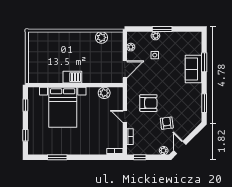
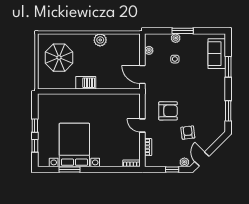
plant: (101, 37) -> (100, 40), moved
parasol: (48, 54) -> (59, 58), added
door: (125, 69) -> (142, 75), swing flipped
sofa: (193, 69) -> (217, 54), moved
plant: (104, 93) -> (120, 100), removed
window: (25, 105) -> (35, 126), moved
bed with nightstands: (63, 107) -> (74, 145), moved, turned 180
window: (140, 157) -> (172, 169), moved

